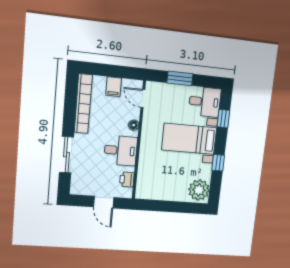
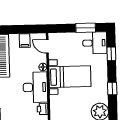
window: (180, 78) -> (86, 28), moved
bed with nightstands: (189, 139) -> (70, 77), moved, turned 180
desk: (121, 151) -> (35, 87), width x1.37

